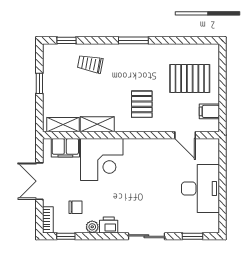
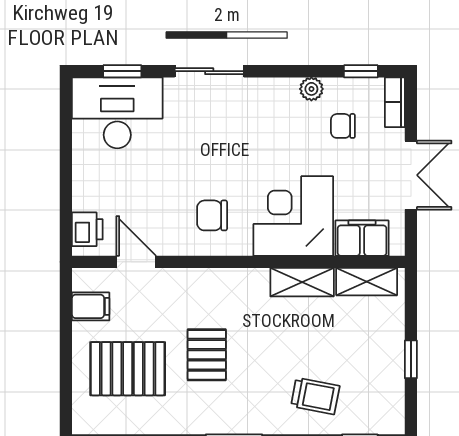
pallet: (142, 104) -> (207, 355), moved
chair: (145, 160) -> (212, 215), added
desk: (200, 188) -> (117, 113), moved, turned 90
printer: (109, 225) -> (87, 229), moved, turned -90

